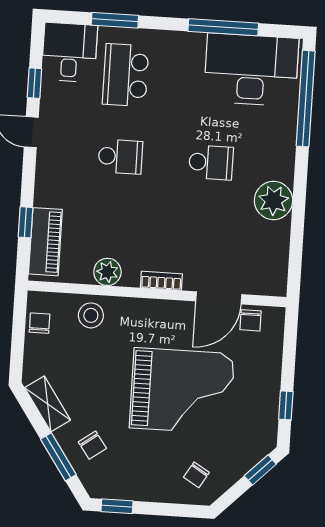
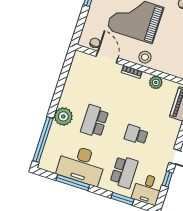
desk: (251, 70) -> (81, 165), moved
school desk: (211, 162) -> (95, 121), width x1.85
plant: (274, 201) -> (63, 116), moved
door: (219, 298) -> (107, 57), hinge flipped
stool: (91, 315) -> (145, 57), moved

